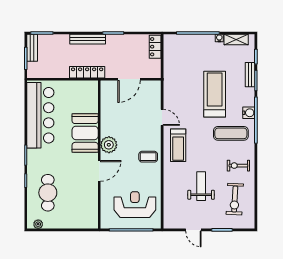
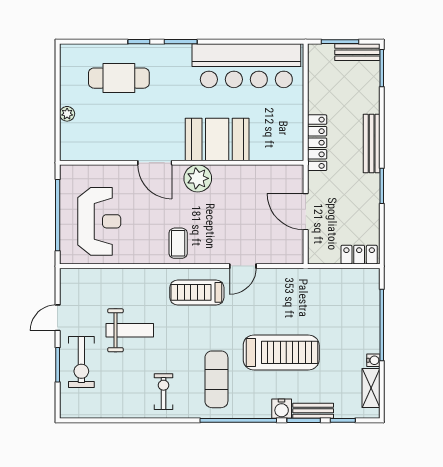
water cooler: (249, 113) -> (282, 409), moved
exercise bike: (235, 199) -> (81, 362), moved, turned -93
plant: (38, 224) -> (67, 114), moved

